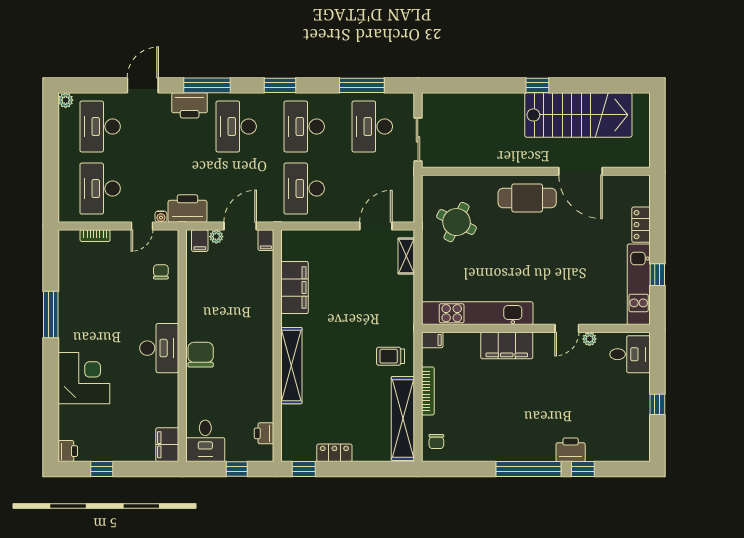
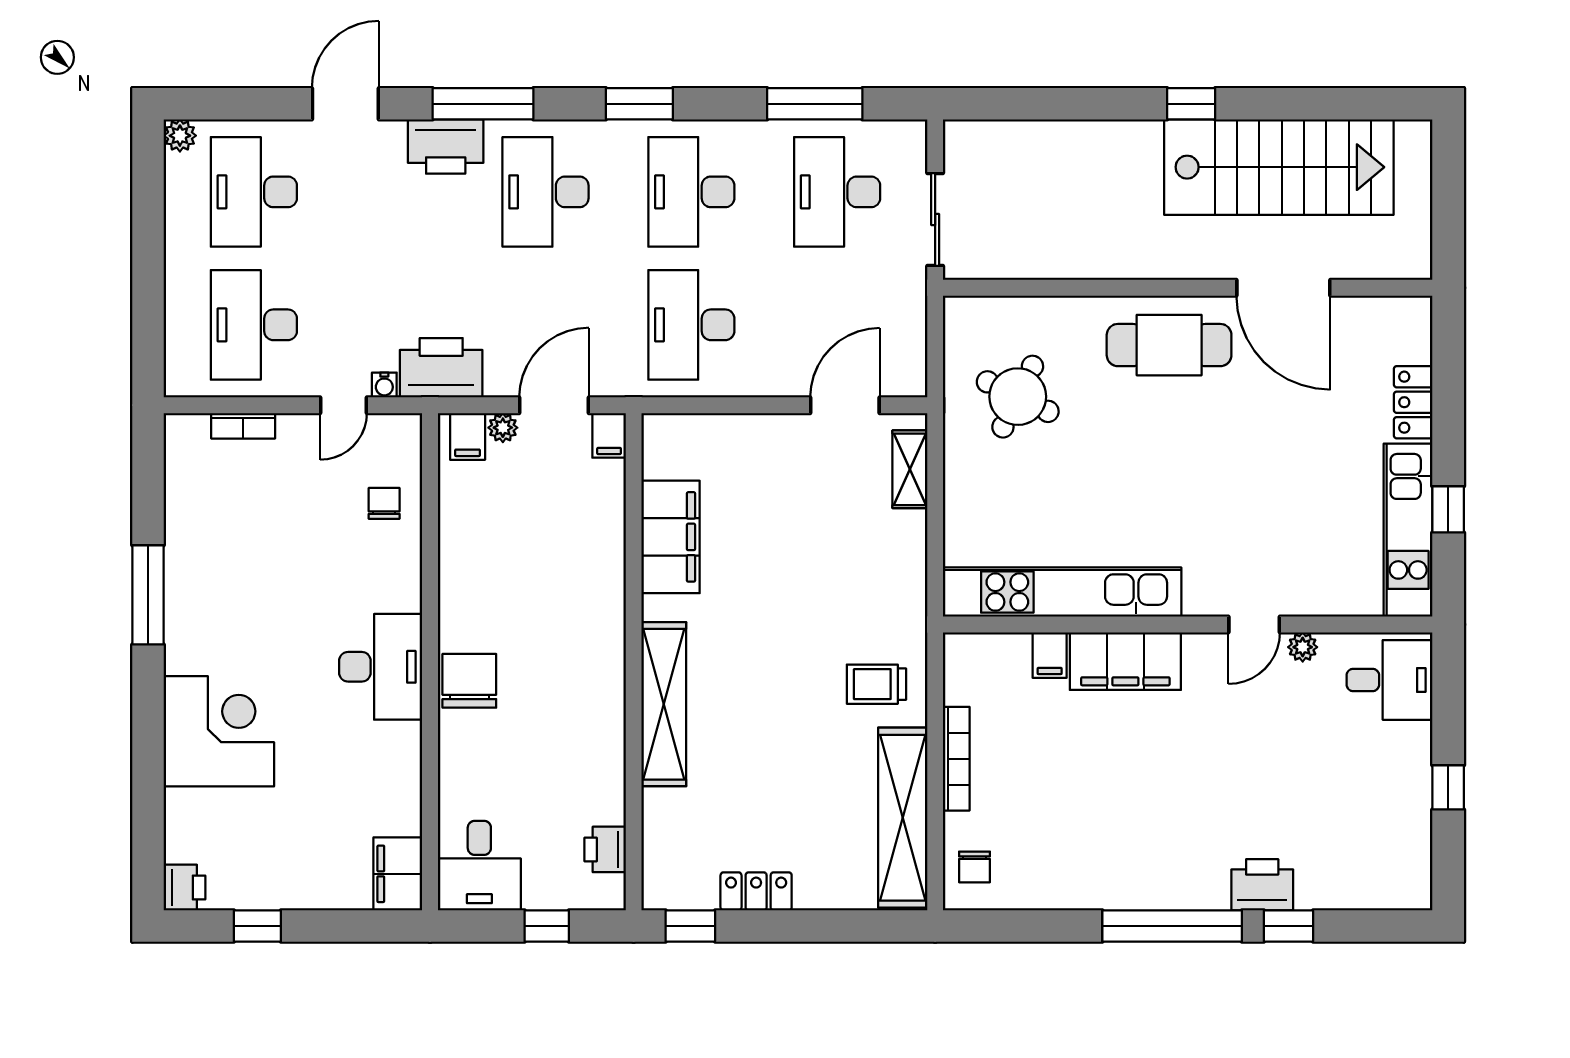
filing cabinet: (432, 340) -> (1050, 655), moved, turned 90

